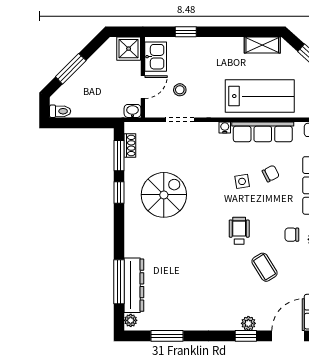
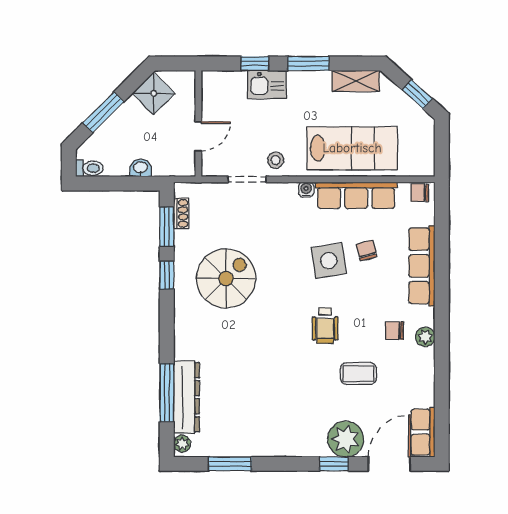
window: (227, 32) -> (308, 64), added
shower: (129, 49) -> (154, 93), moved, turned 45
kitchen sink: (156, 57) -> (267, 84), moved, turned 90
stool: (180, 90) -> (276, 160), moved
washbasin: (133, 111) -> (141, 168), moved
chair: (271, 174) -> (367, 250), turned -78
side table: (242, 181) -> (329, 261), width x1.87, depth x1.87
wheelchair: (239, 231) -> (325, 326), turned 180
coffee table: (264, 267) -> (358, 374), turned -58
plant: (248, 323) -> (346, 439), width x1.87, depth x1.87

